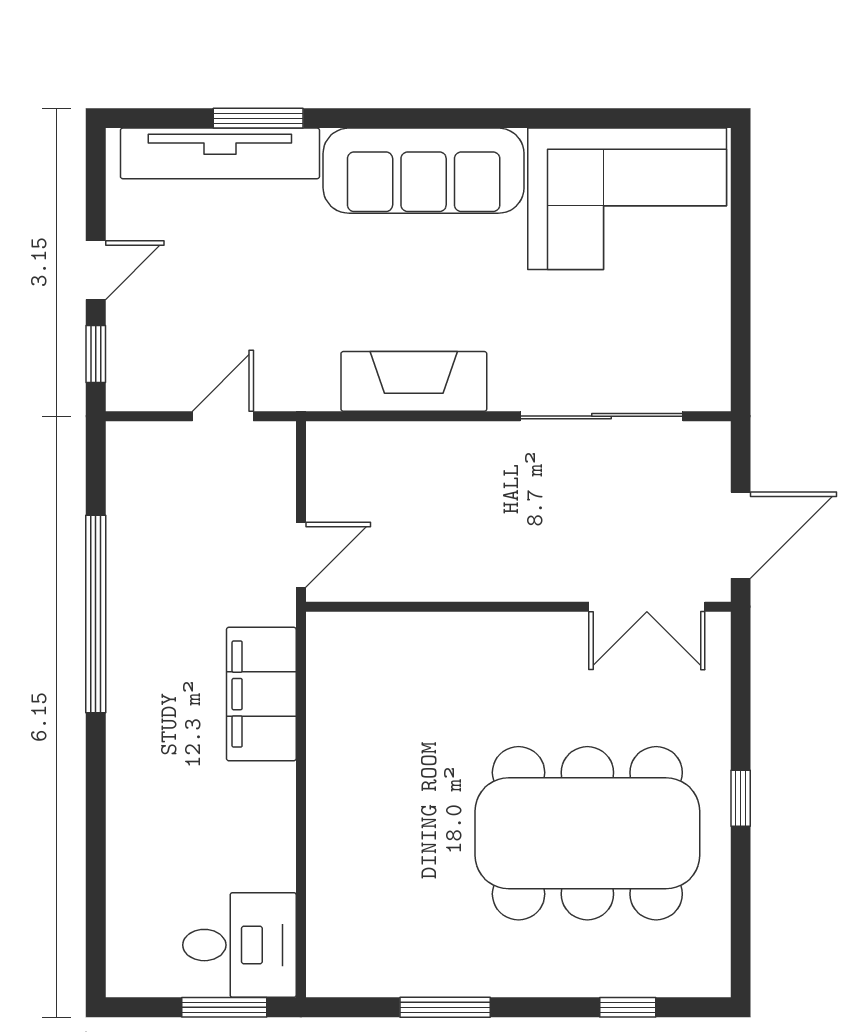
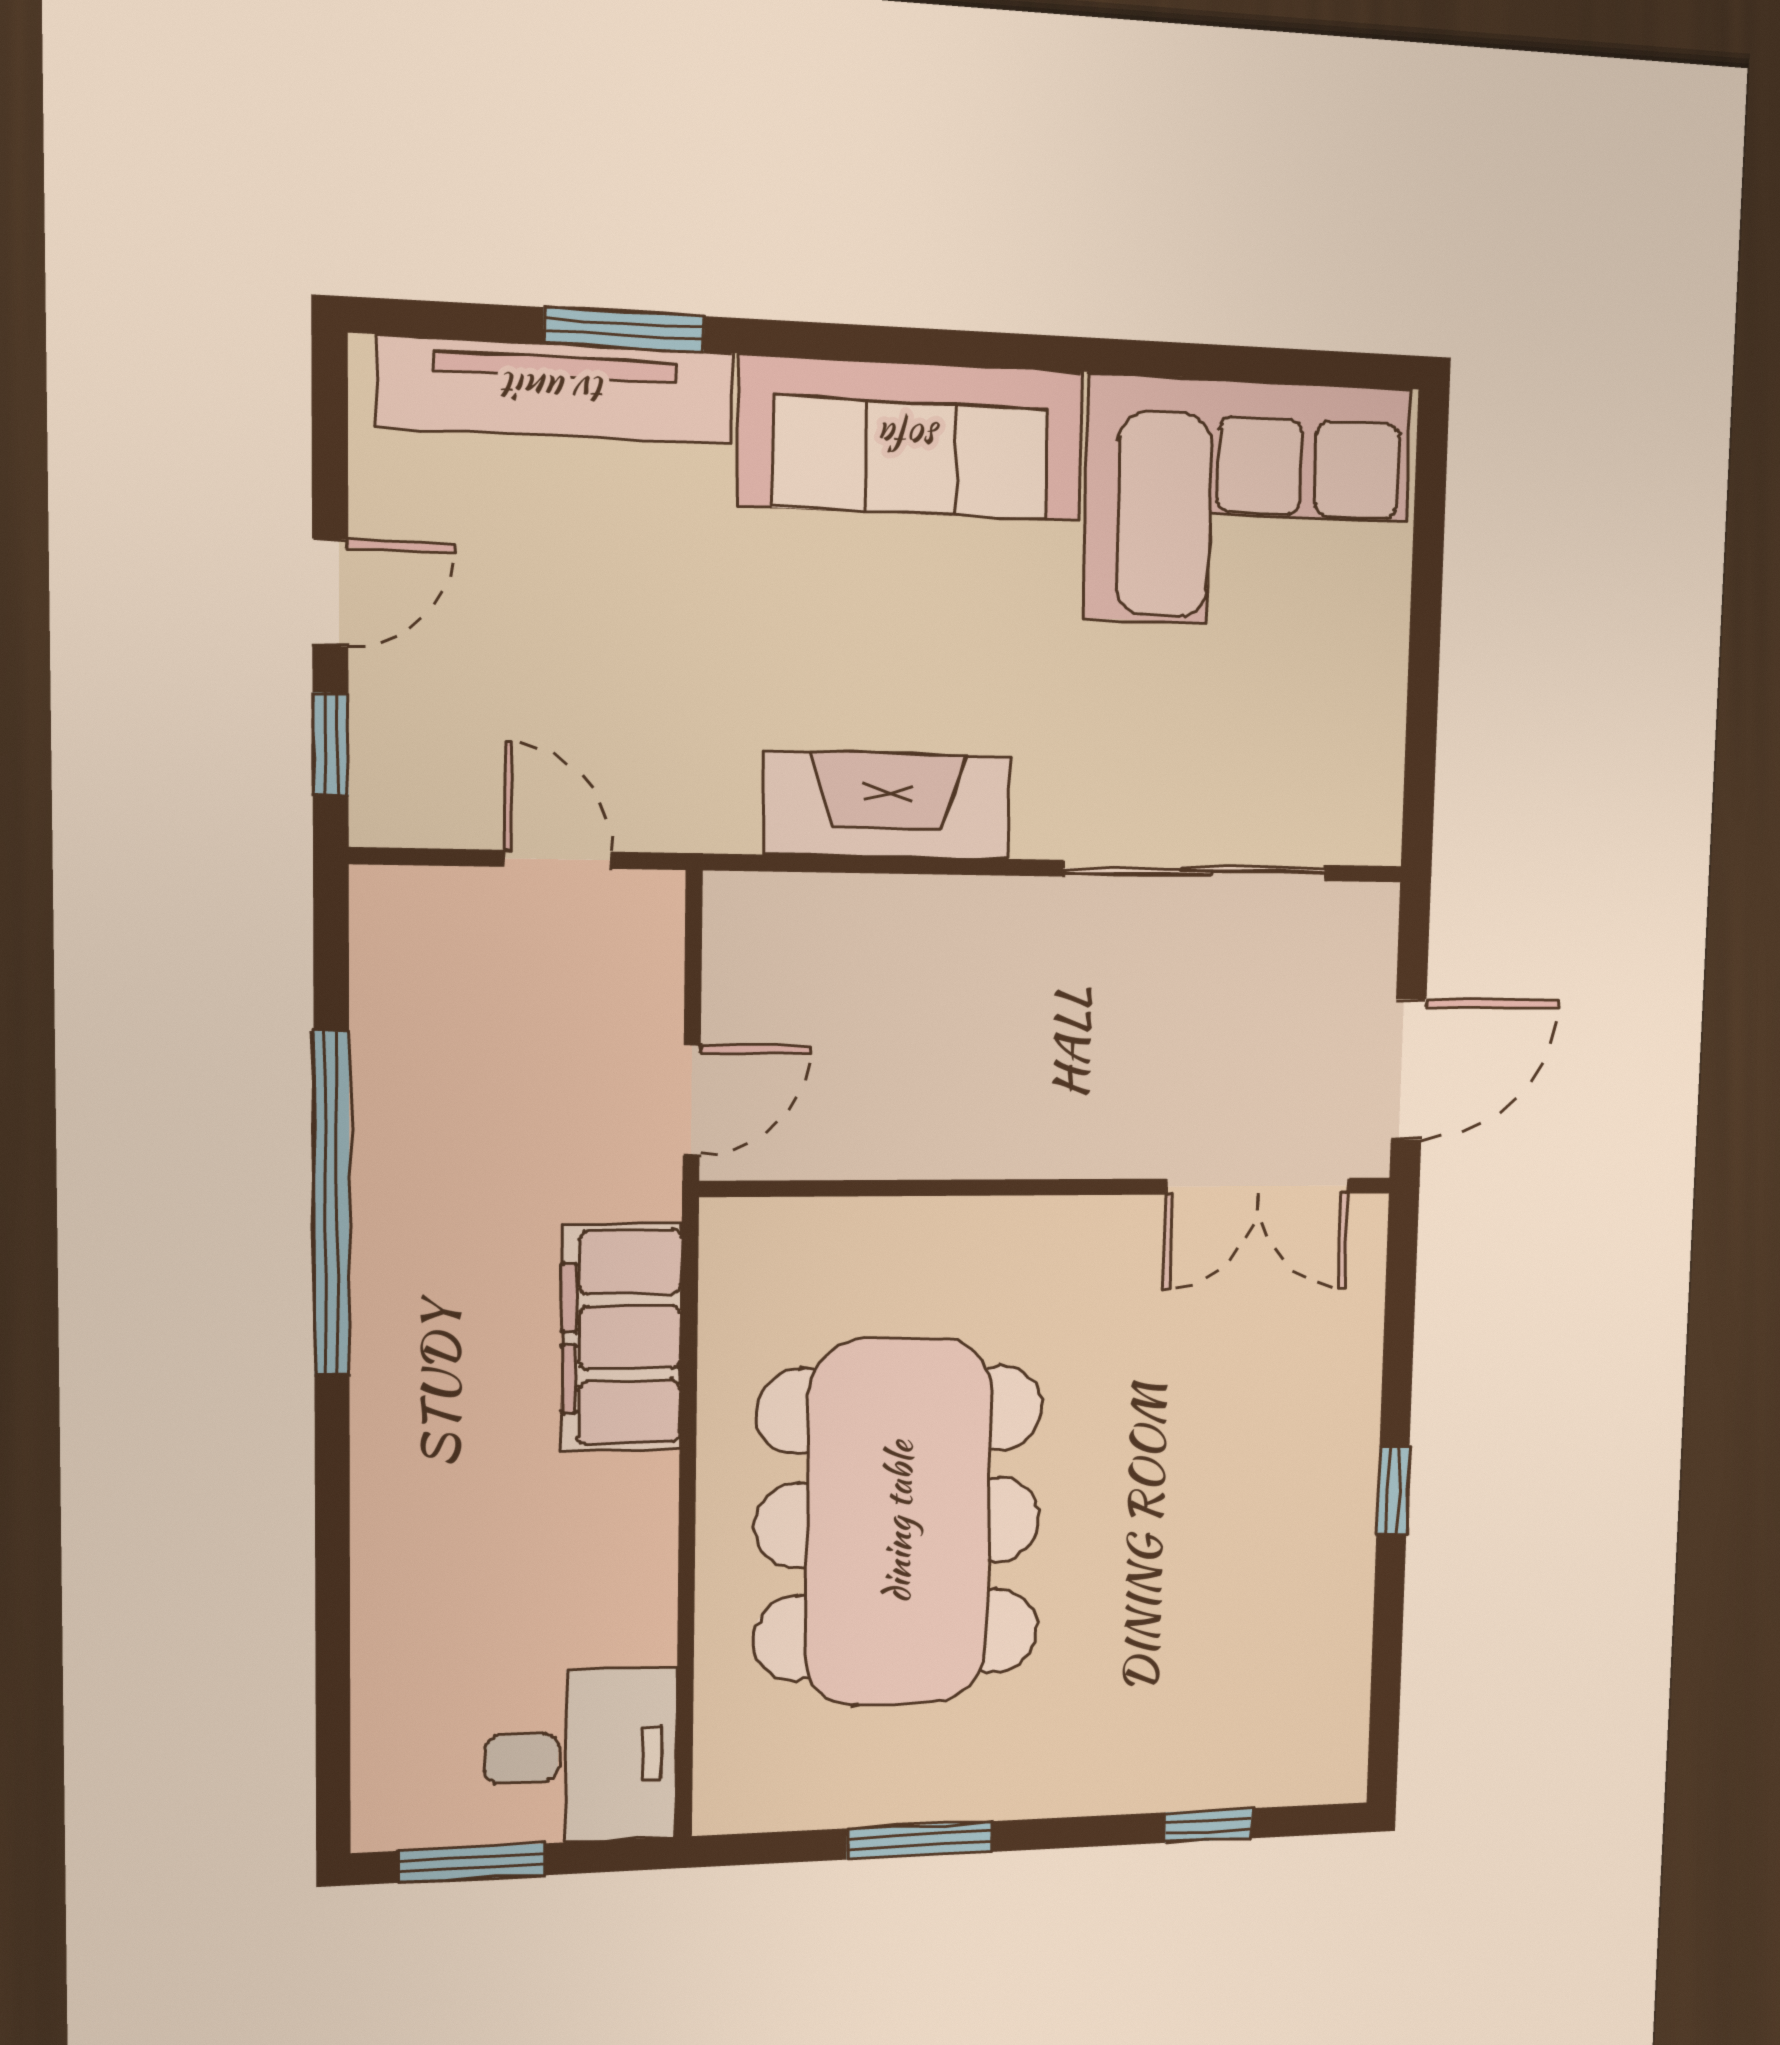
door: (223, 416) -> (558, 859), hinge flipped
dining table: (587, 833) -> (898, 1522), moved, turned 90
window: (224, 1007) -> (472, 1863), moved

